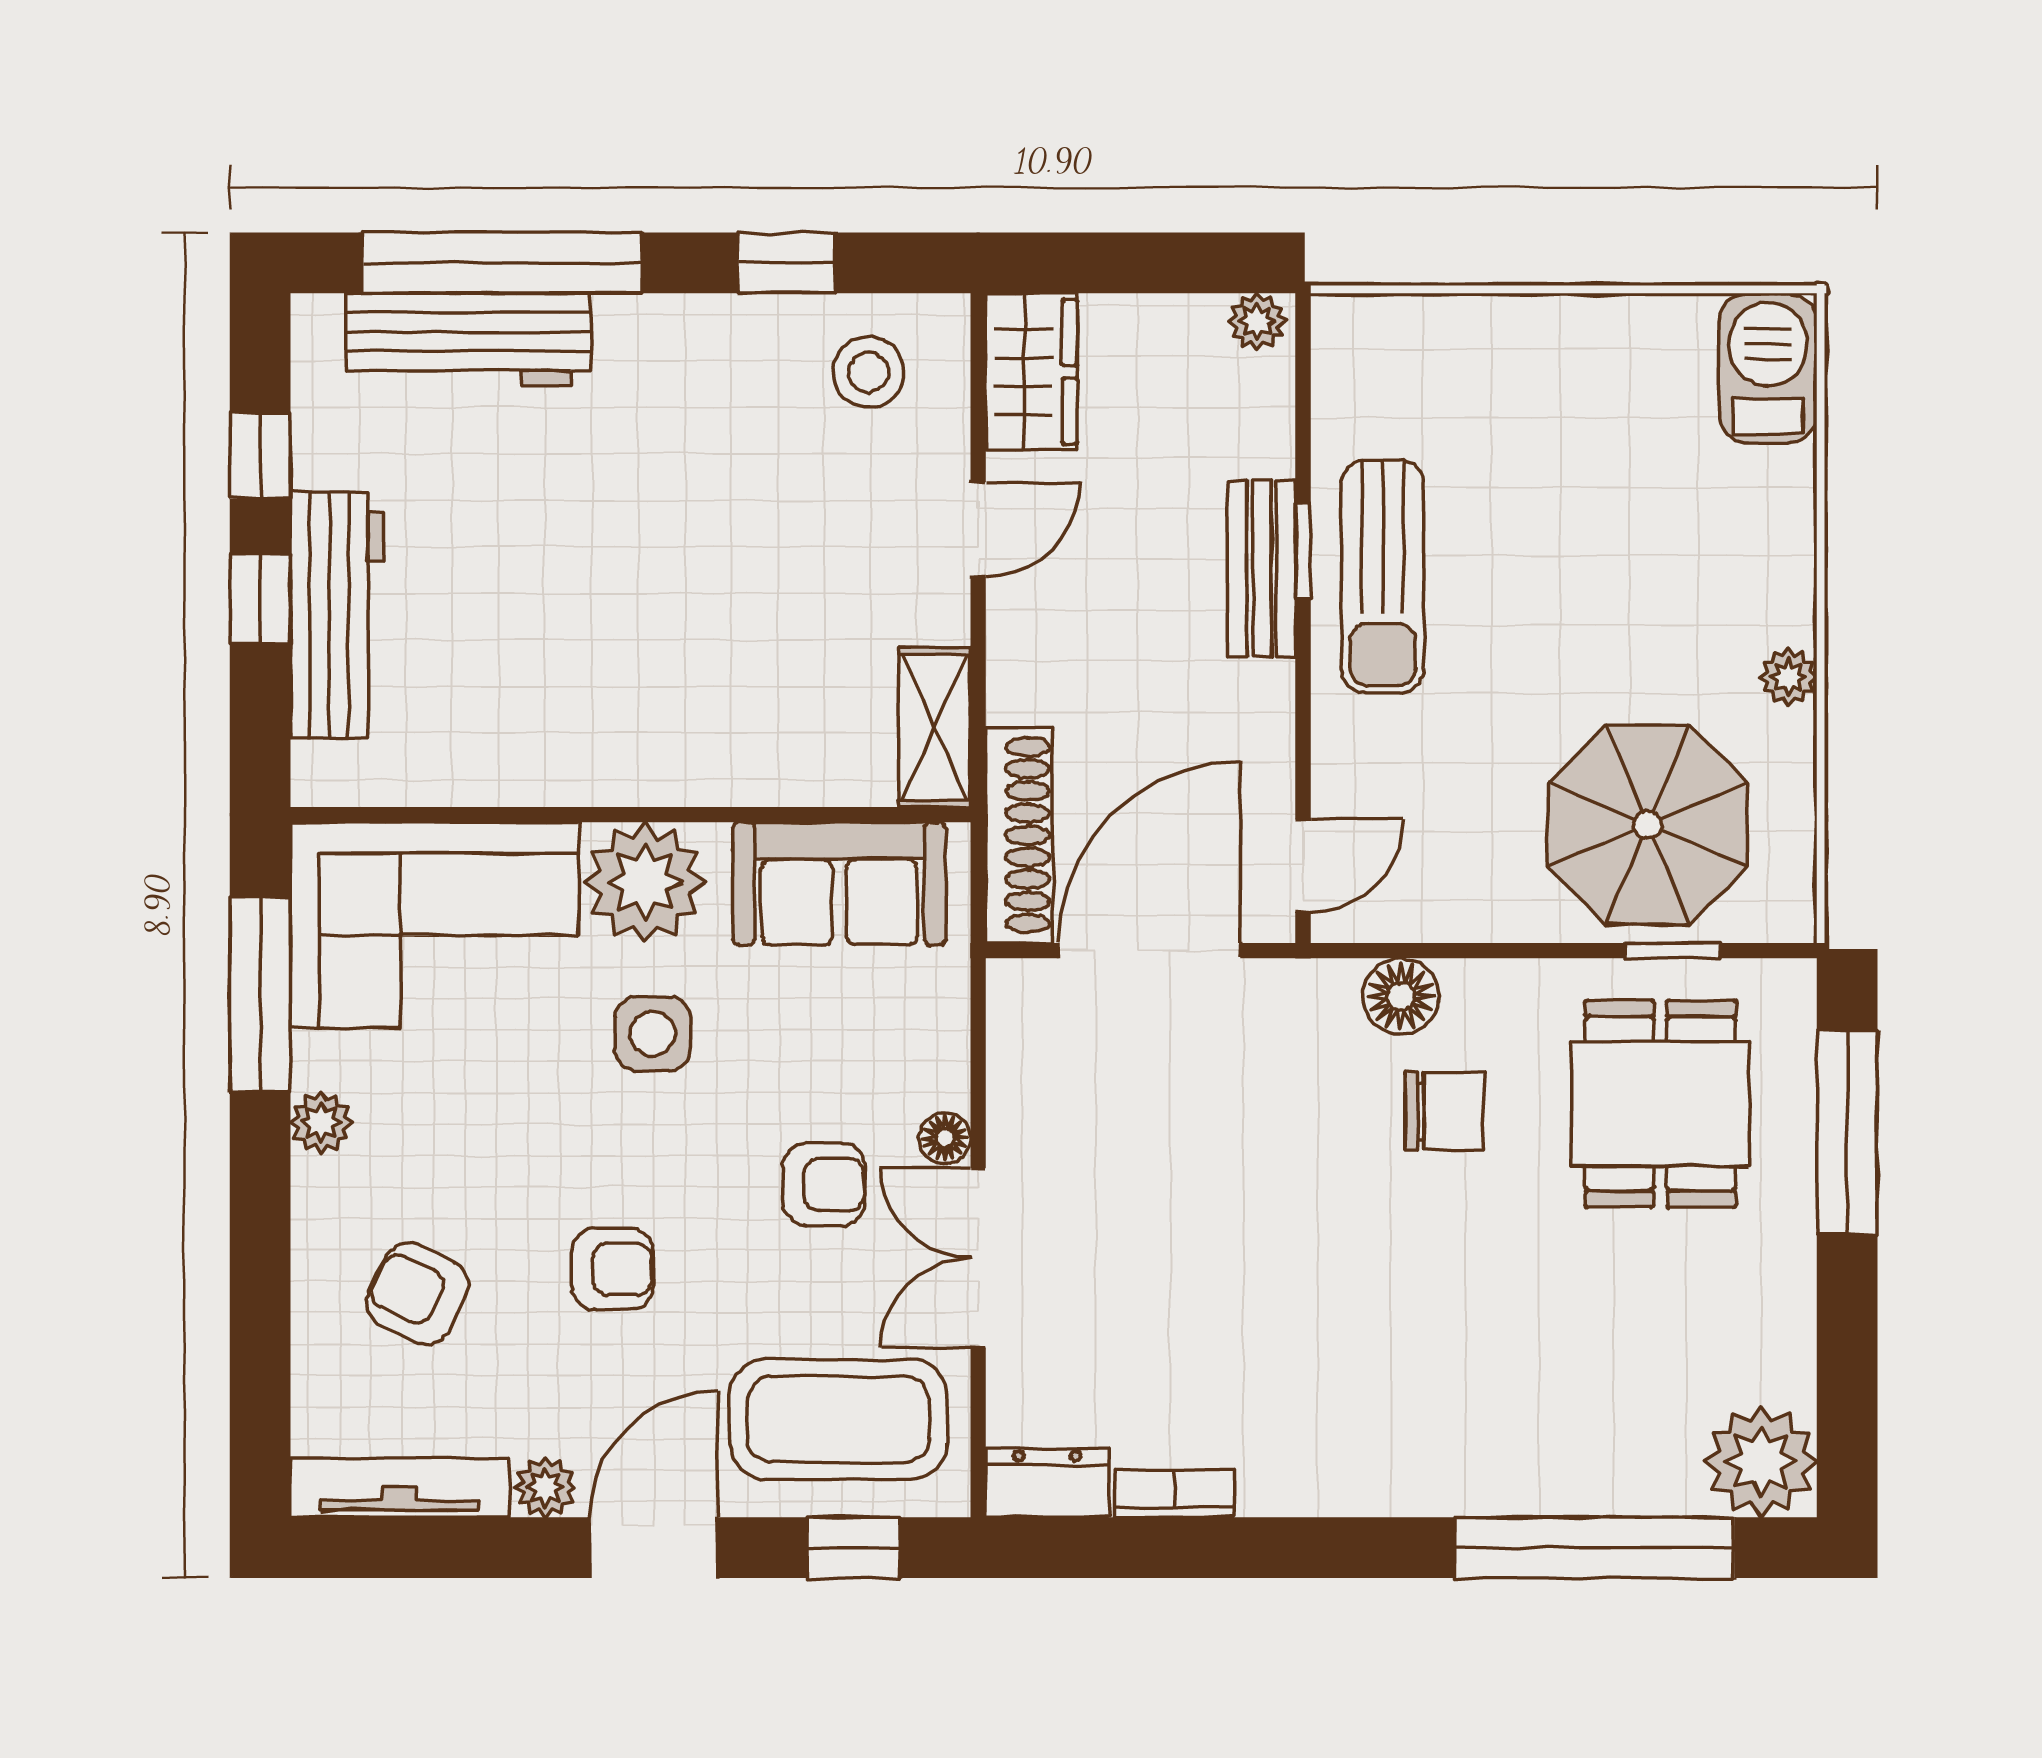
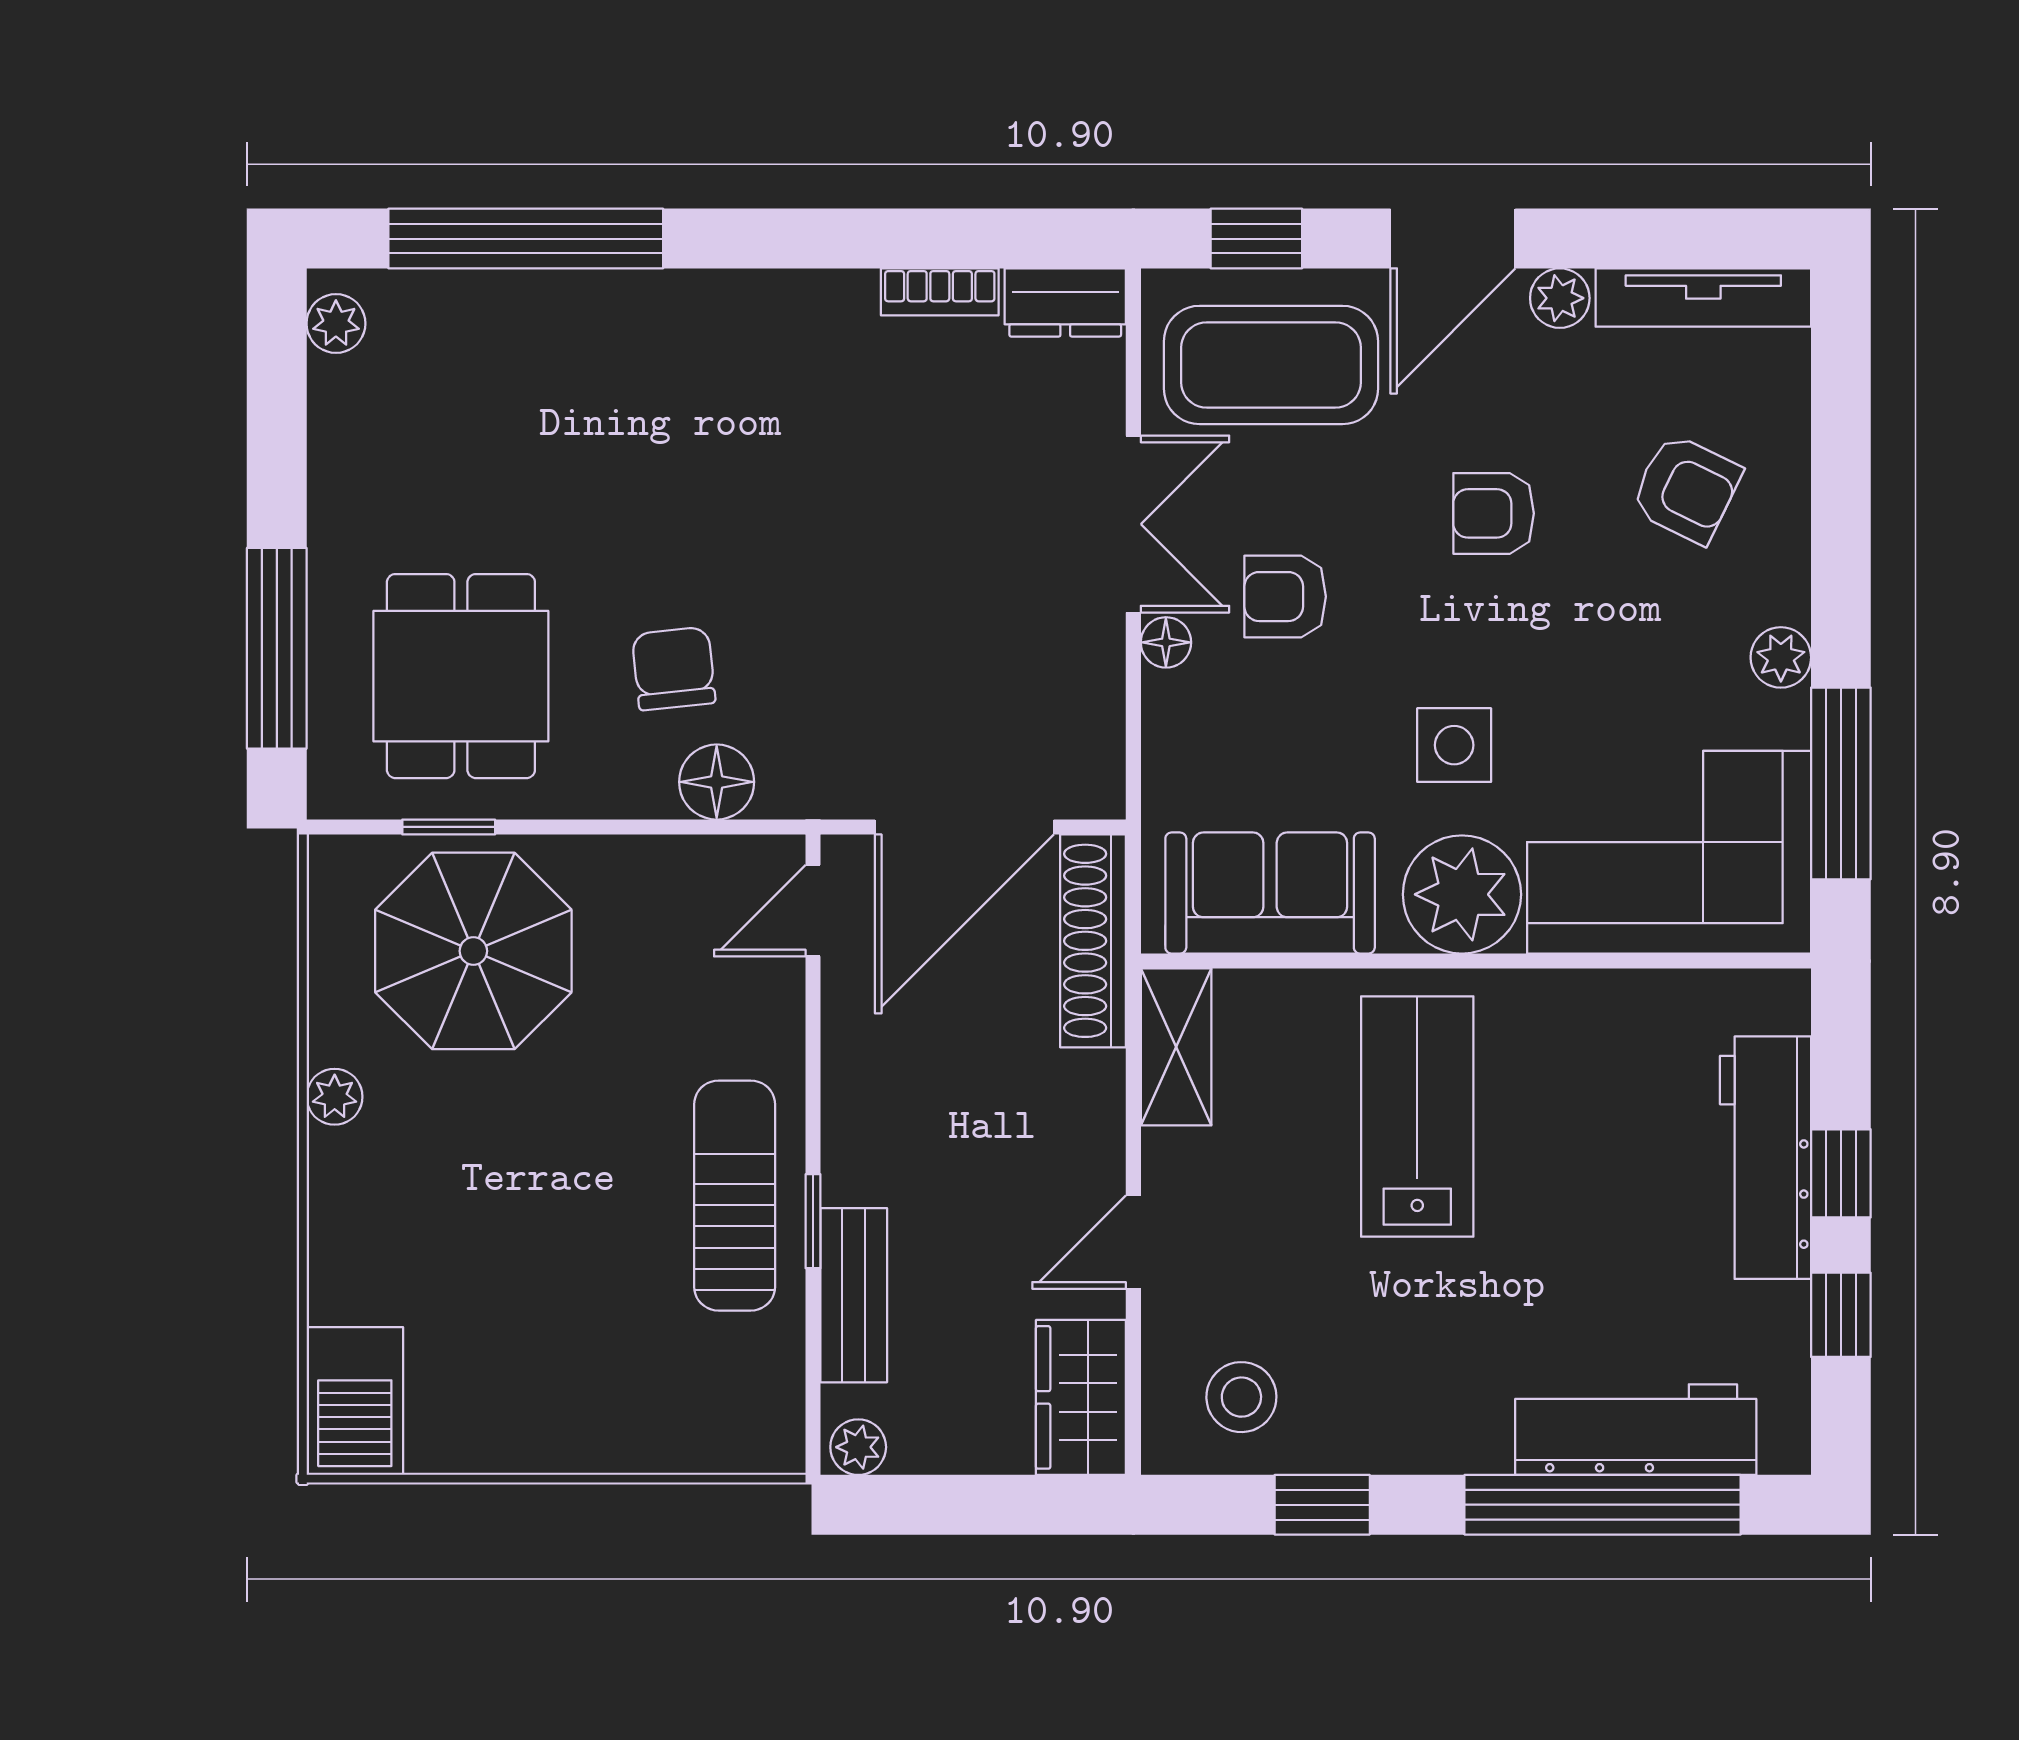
bench: (1262, 568) -> (854, 1295), moved
lab bench: (690, 657) -> (1417, 1116), added
chair: (1444, 1111) -> (674, 669), turned 84
plant: (1761, 1461) -> (336, 324), width x0.53, depth x0.53

